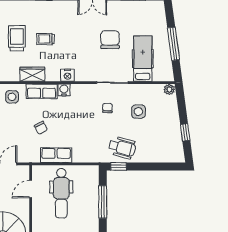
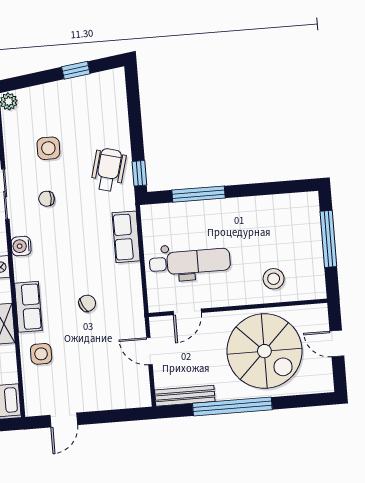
water cooler: (64, 90) -> (21, 246), moved
row of seats: (56, 155) -> (126, 237), moved
door: (31, 189) -> (187, 312), hinge flipped

